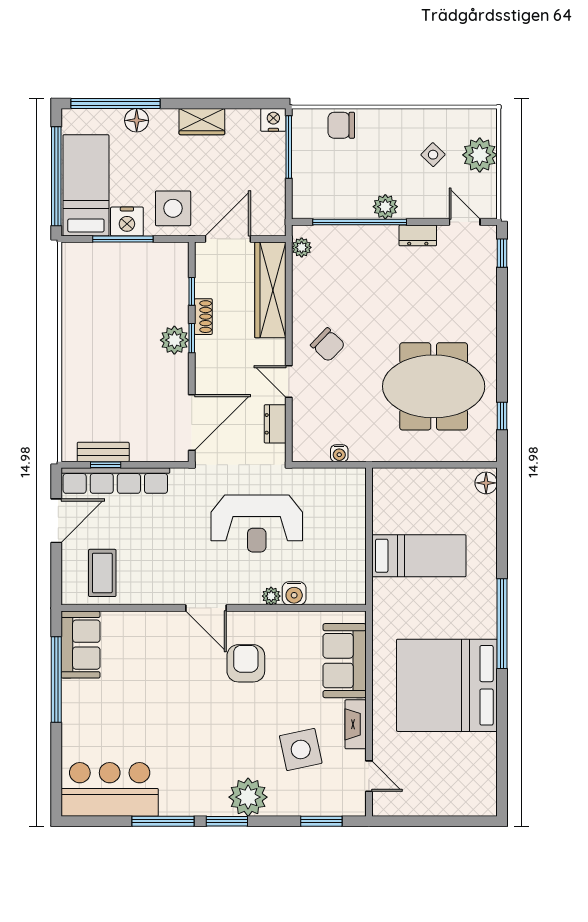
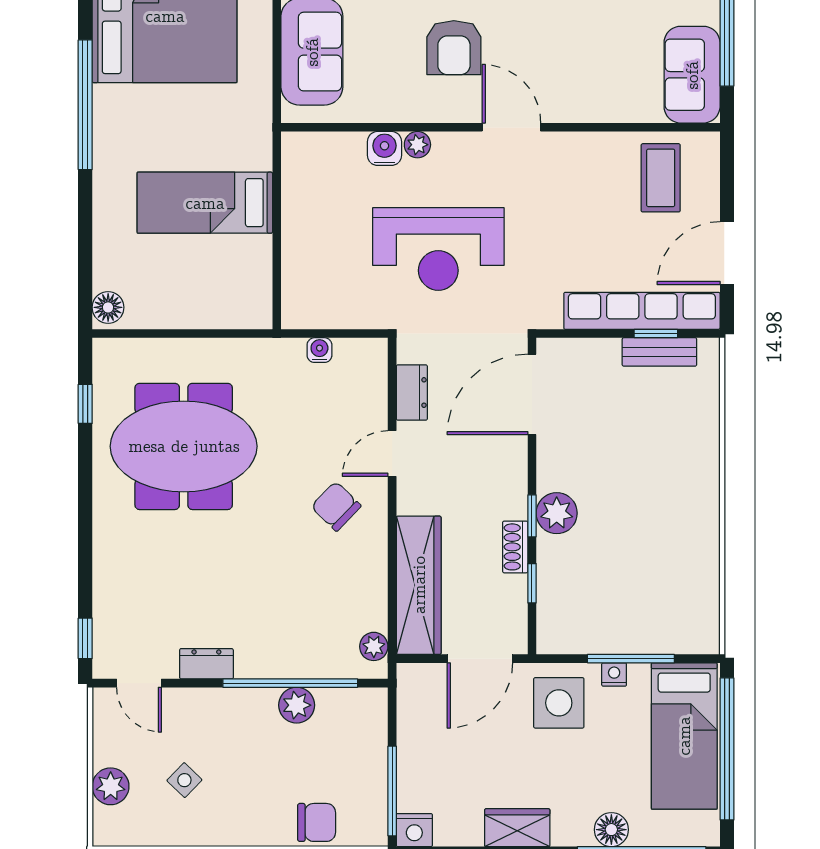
plant: (480, 155) -> (111, 786), width x0.73, depth x0.73
plant: (385, 207) -> (297, 705), moved
nightstand: (127, 222) -> (614, 674), width x0.53, depth x0.56
door: (289, 381) -> (392, 453), swing flipped
reception desk: (257, 524) -> (438, 249), turned 180

